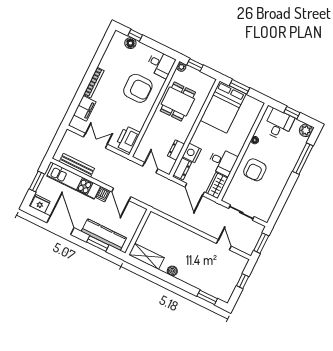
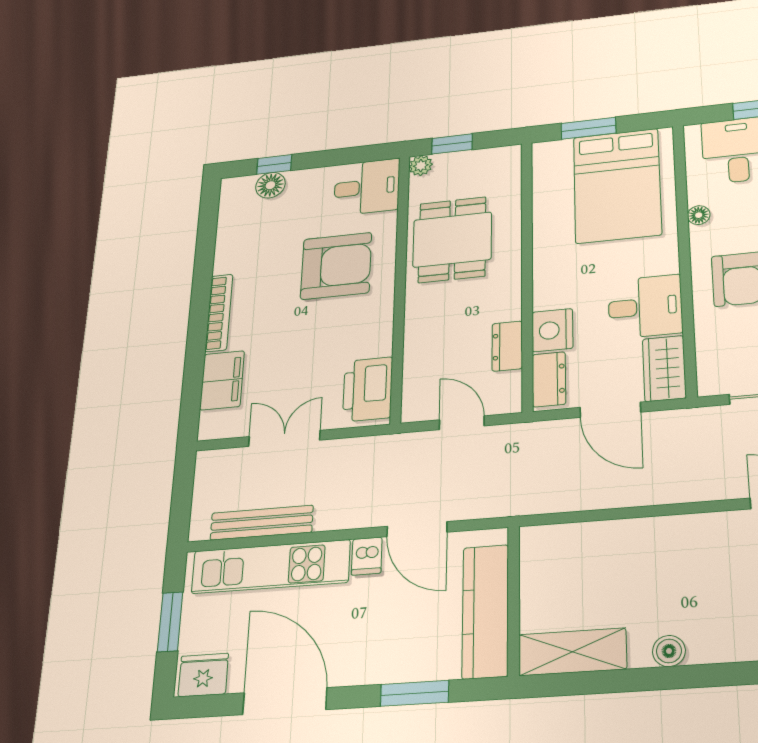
bed: (223, 107) -> (617, 185), moved
kitchen counter: (104, 235) -> (485, 611), moved, turned -90

